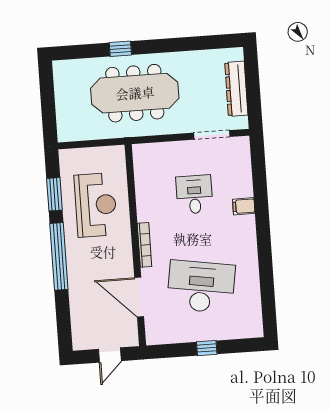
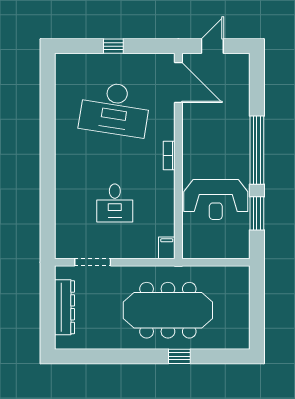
reception desk: (96, 205) -> (216, 200), turned -90
filing cabinet: (244, 206) -> (167, 248), moved, turned -90
bookcase: (144, 245) -> (169, 156), width x0.64
door: (139, 297) -> (178, 82), moved

